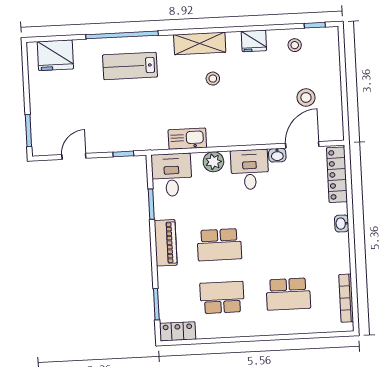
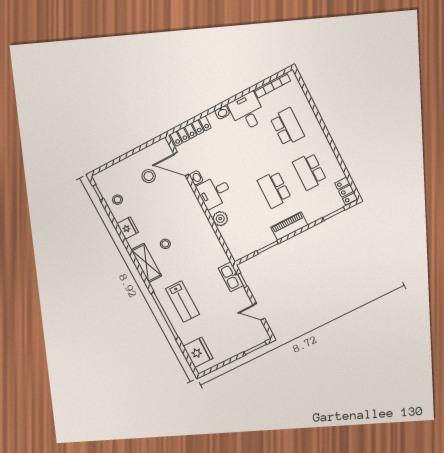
kitchen sink: (187, 139) -> (231, 277), moved
desk: (172, 175) -> (247, 112), moved, turned 90
school desk: (219, 245) -> (274, 189), turned 180

